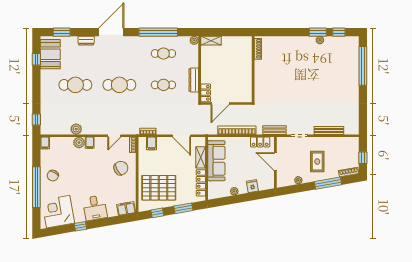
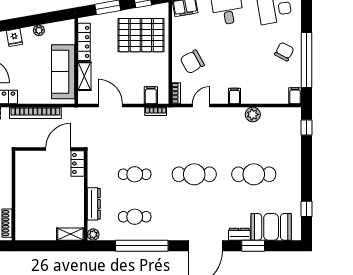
window: (62, 32) -> (253, 246), moved
booth: (50, 54) -> (271, 227), moved, turned 90
dresser: (194, 80) -> (94, 204), moved
plant: (79, 143) -> (249, 96), removed
window: (36, 187) -> (307, 60), moved

